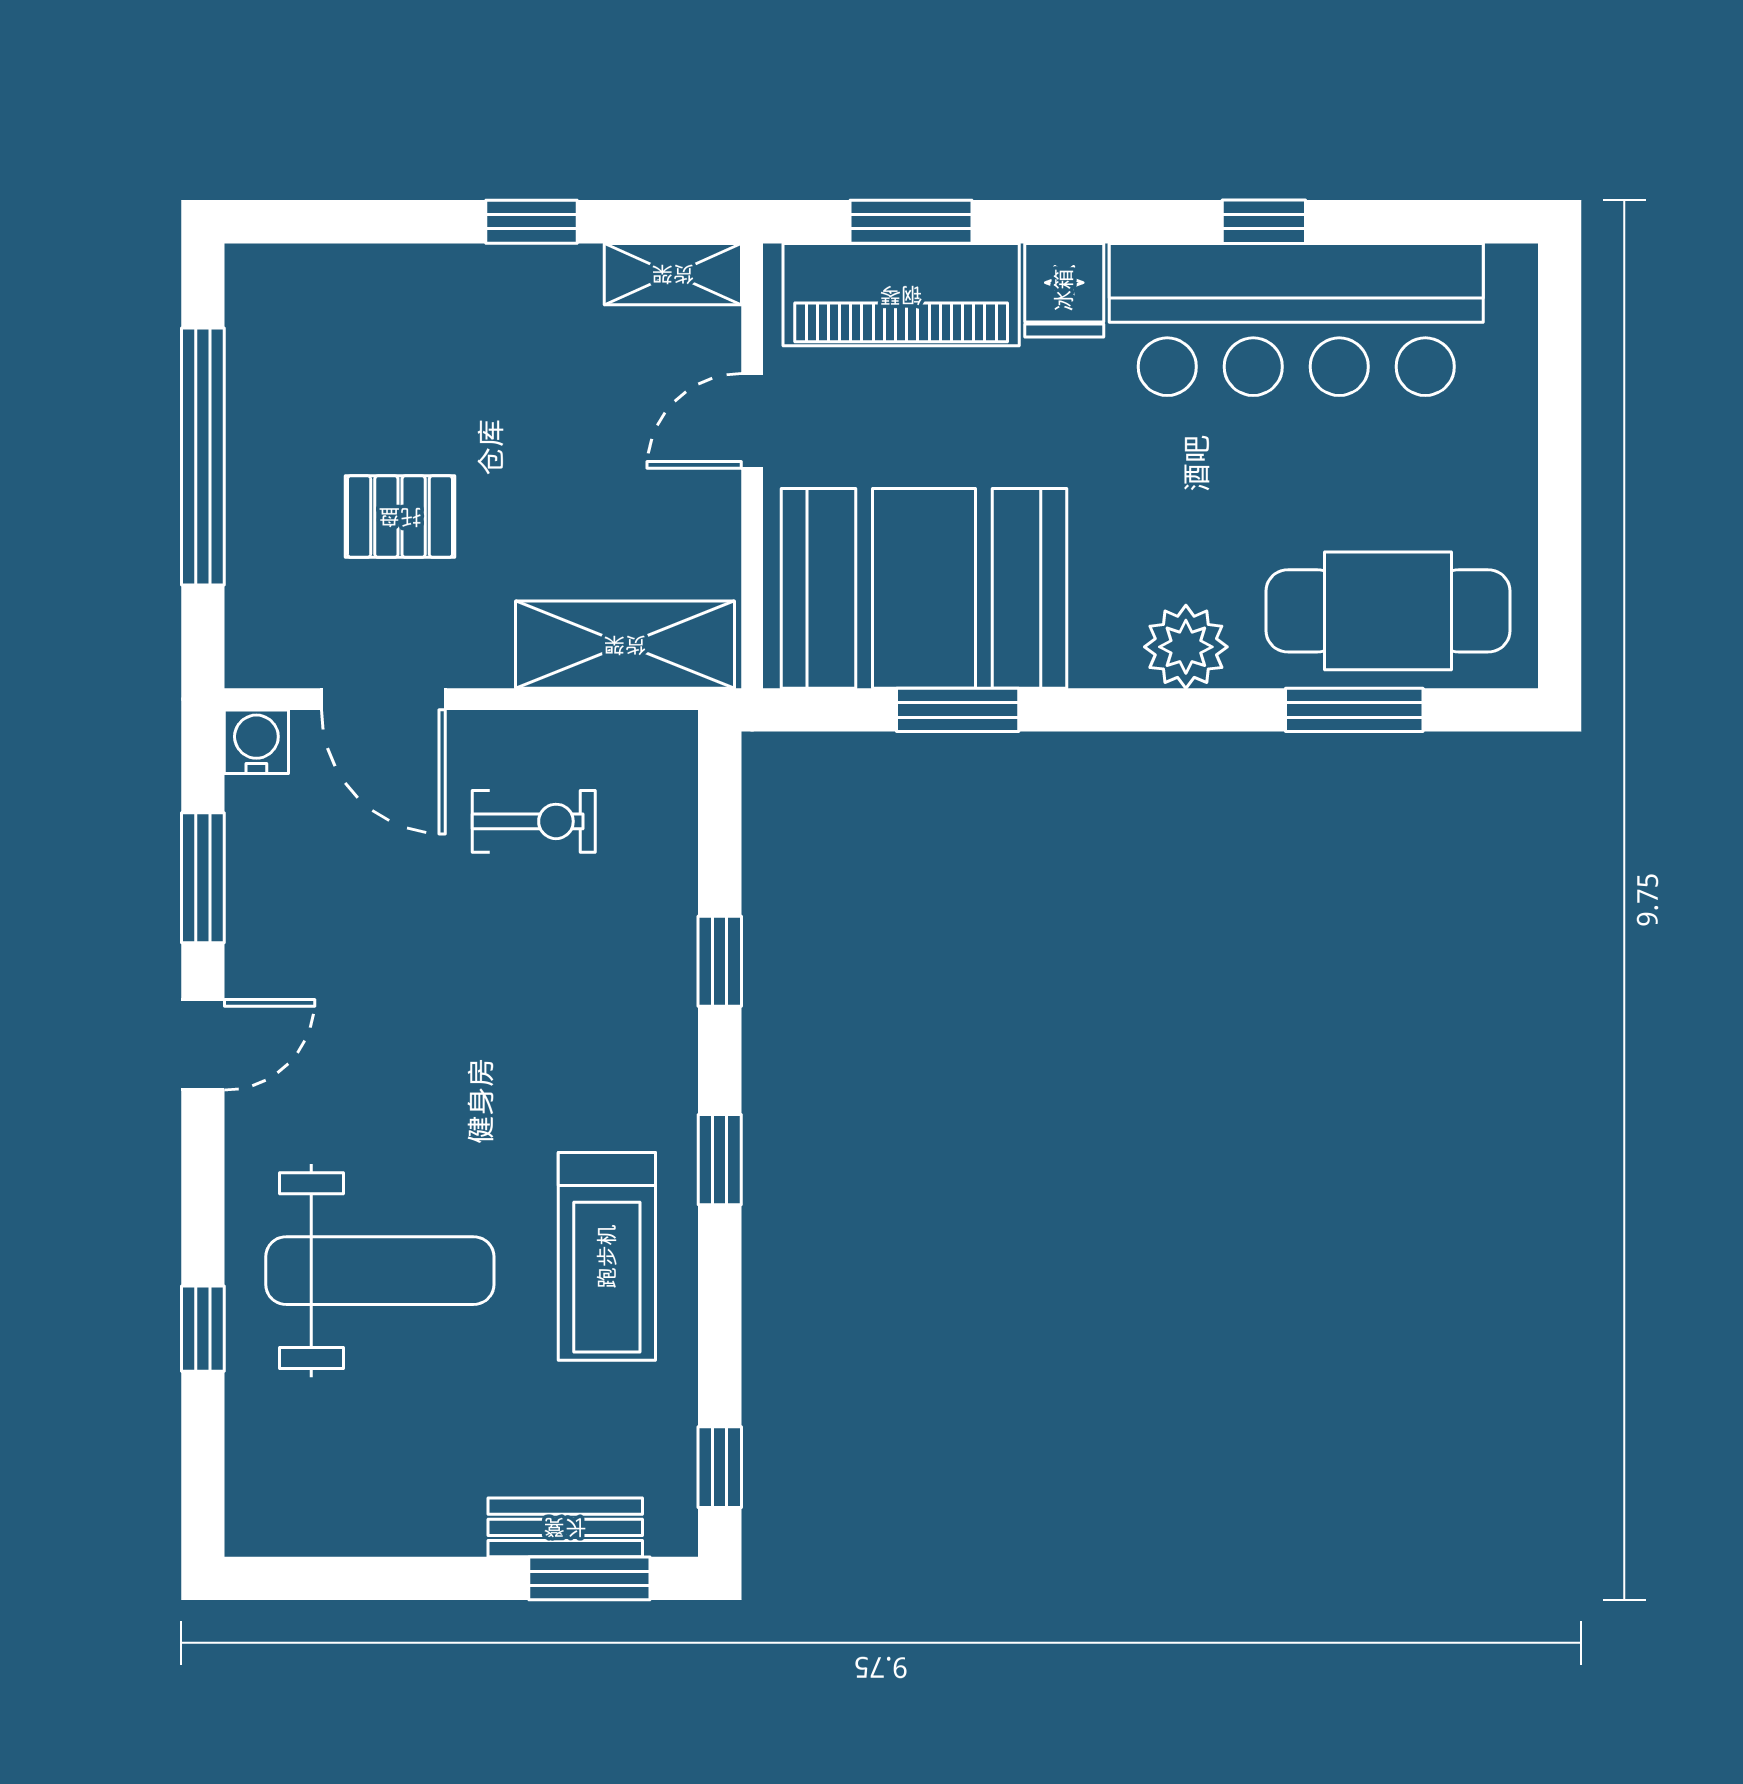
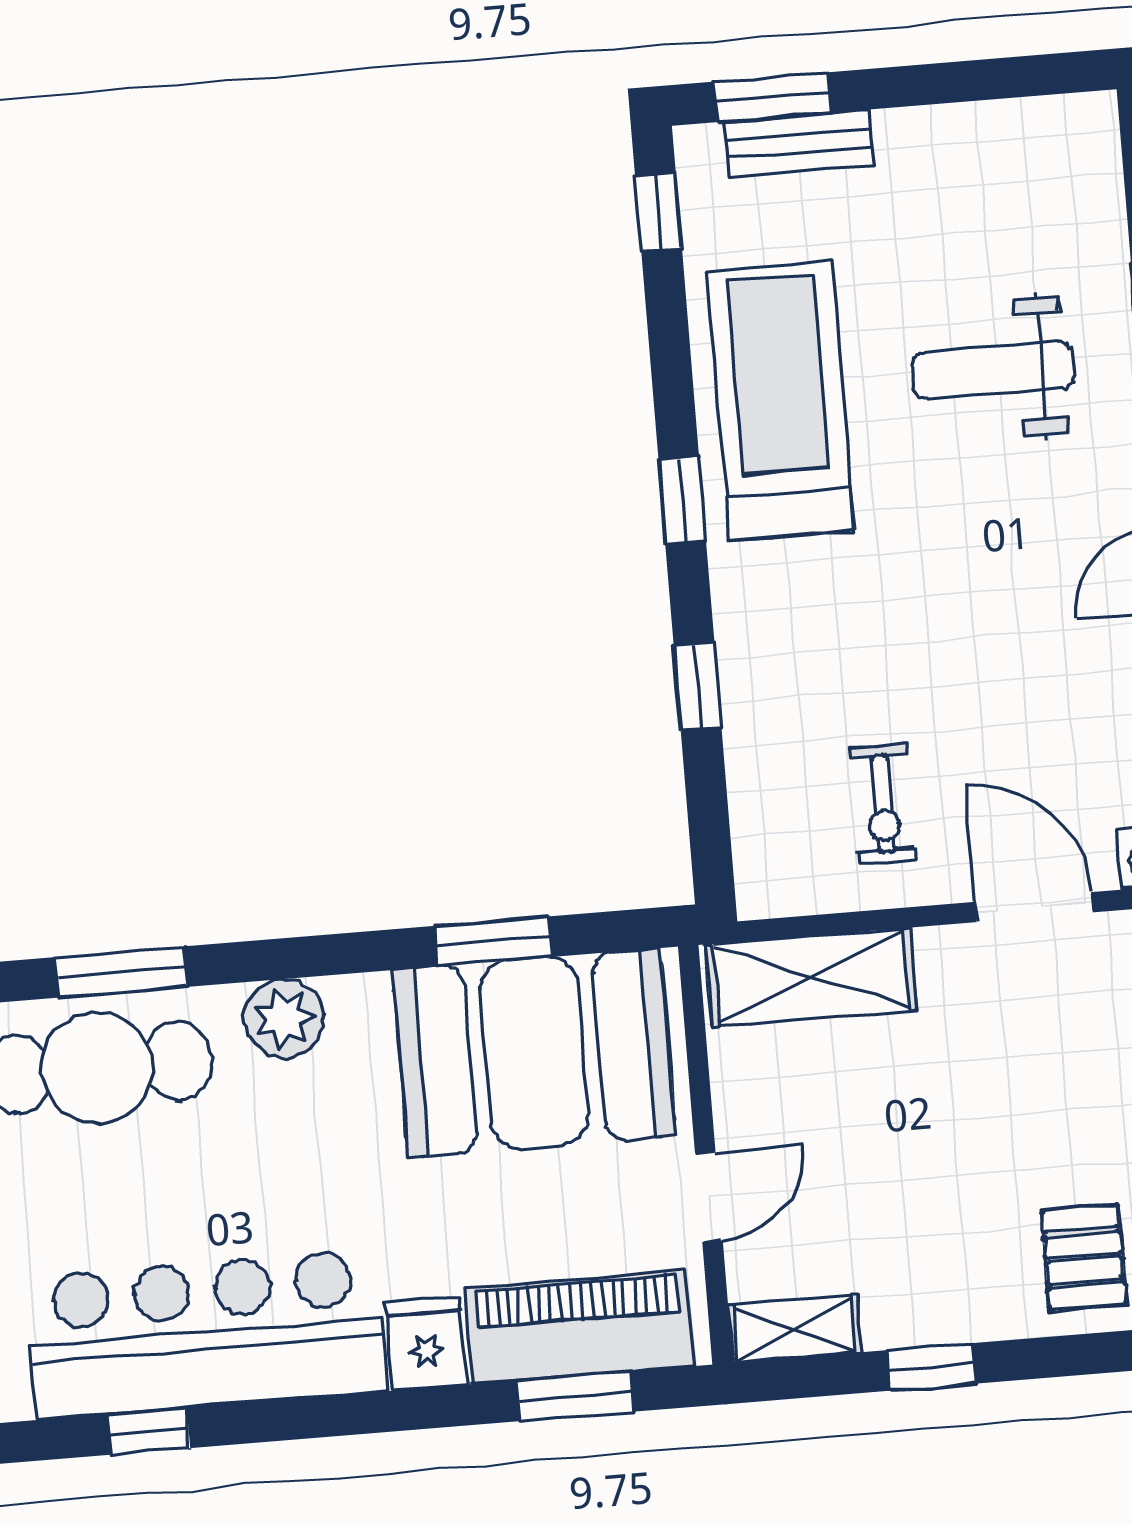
window: (1264, 222) -> (149, 1431), moved
pallet: (400, 517) -> (1084, 1257), moved, turned 90
exercise bike: (534, 821) -> (883, 804), turned -90
treadmill: (607, 1256) -> (781, 401), width x1.37, depth x1.38
weight bench: (380, 1271) -> (993, 370), width x0.73, depth x0.75

